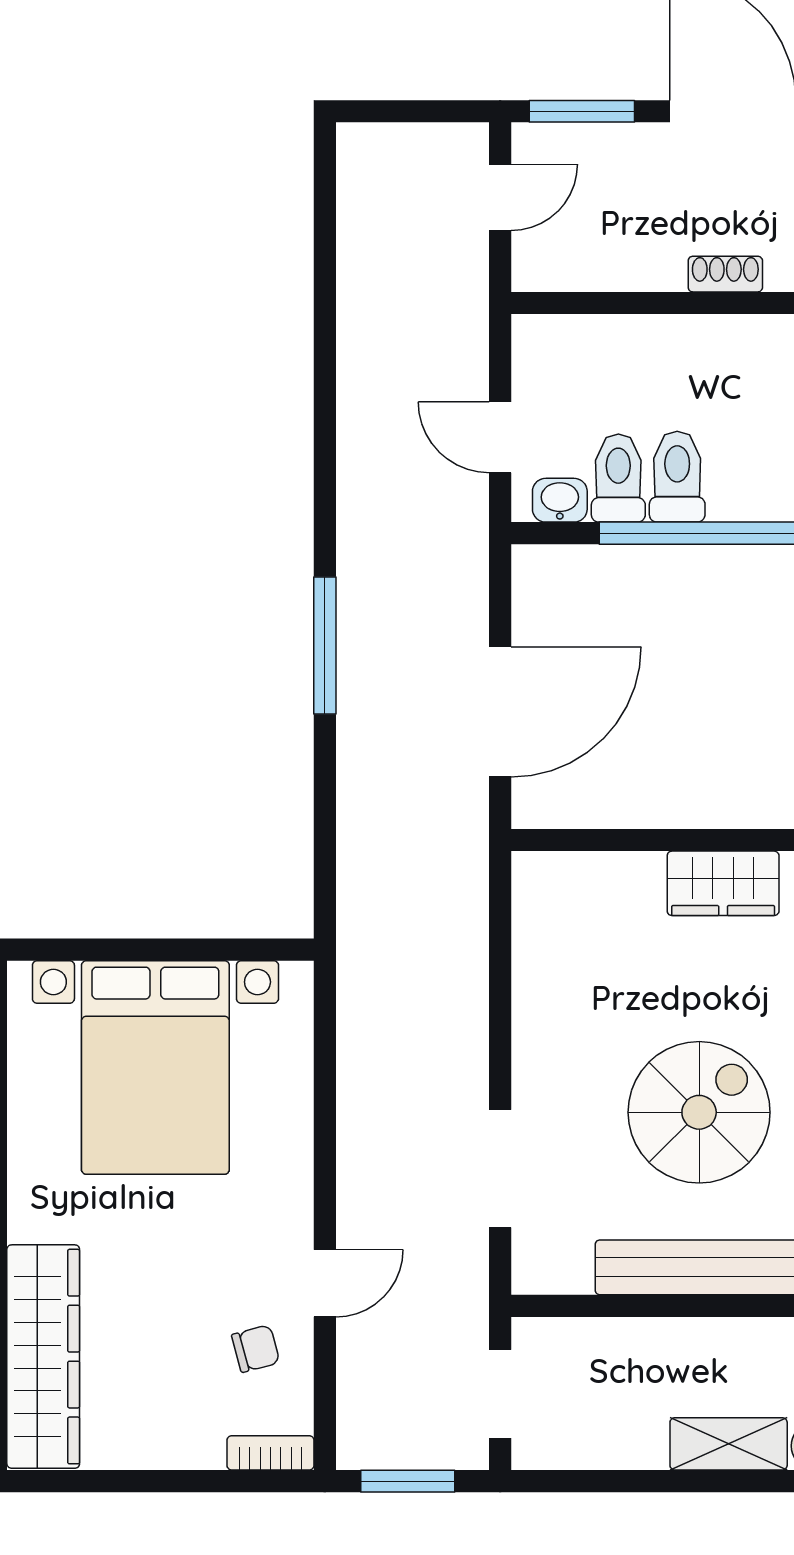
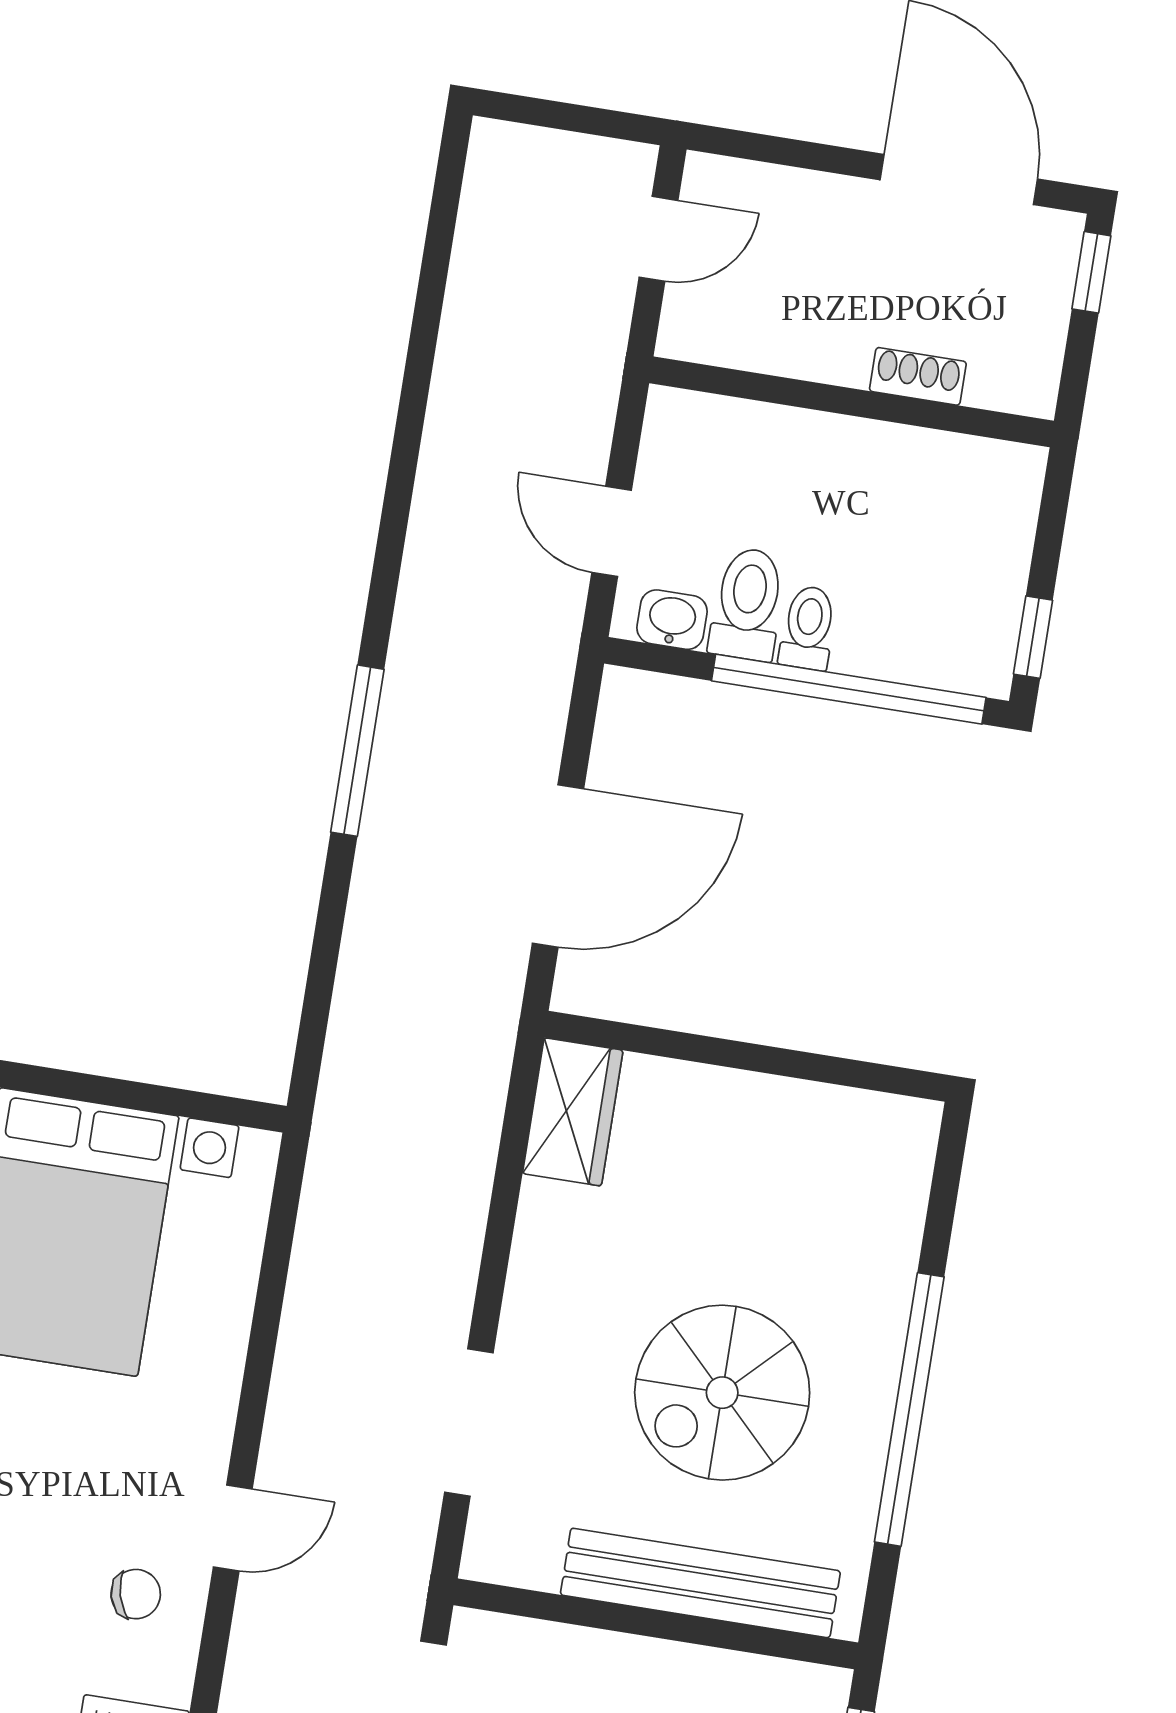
window: (582, 111) -> (775, 150), removed
toilet: (677, 477) -> (808, 628), width x0.73, depth x0.72
wardrobe: (723, 883) -> (573, 1112), moved, turned -90
spiral stairs: (699, 1112) -> (722, 1393), turned 180

